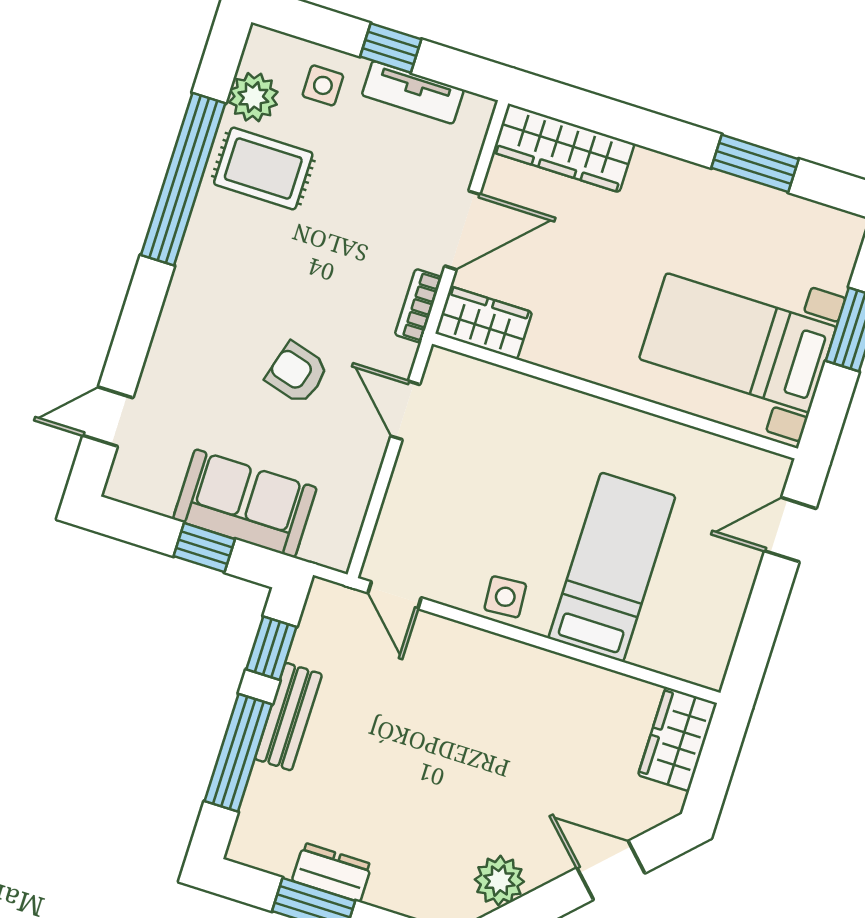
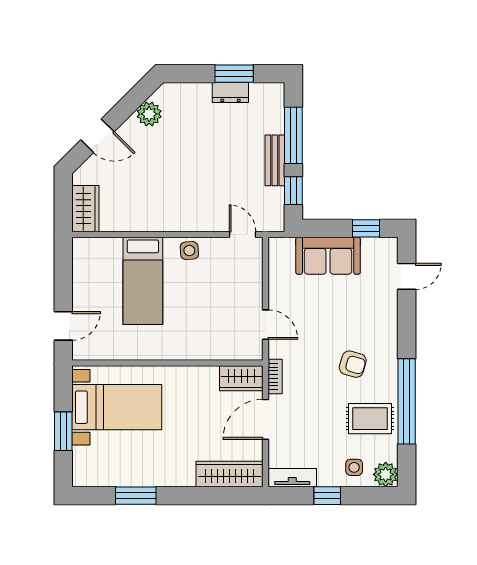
tv unit: (413, 92) -> (292, 478), moved
plant: (253, 97) -> (386, 474), moved
armchair: (297, 373) -> (353, 364), moved
window: (204, 548) -> (366, 228), moved

